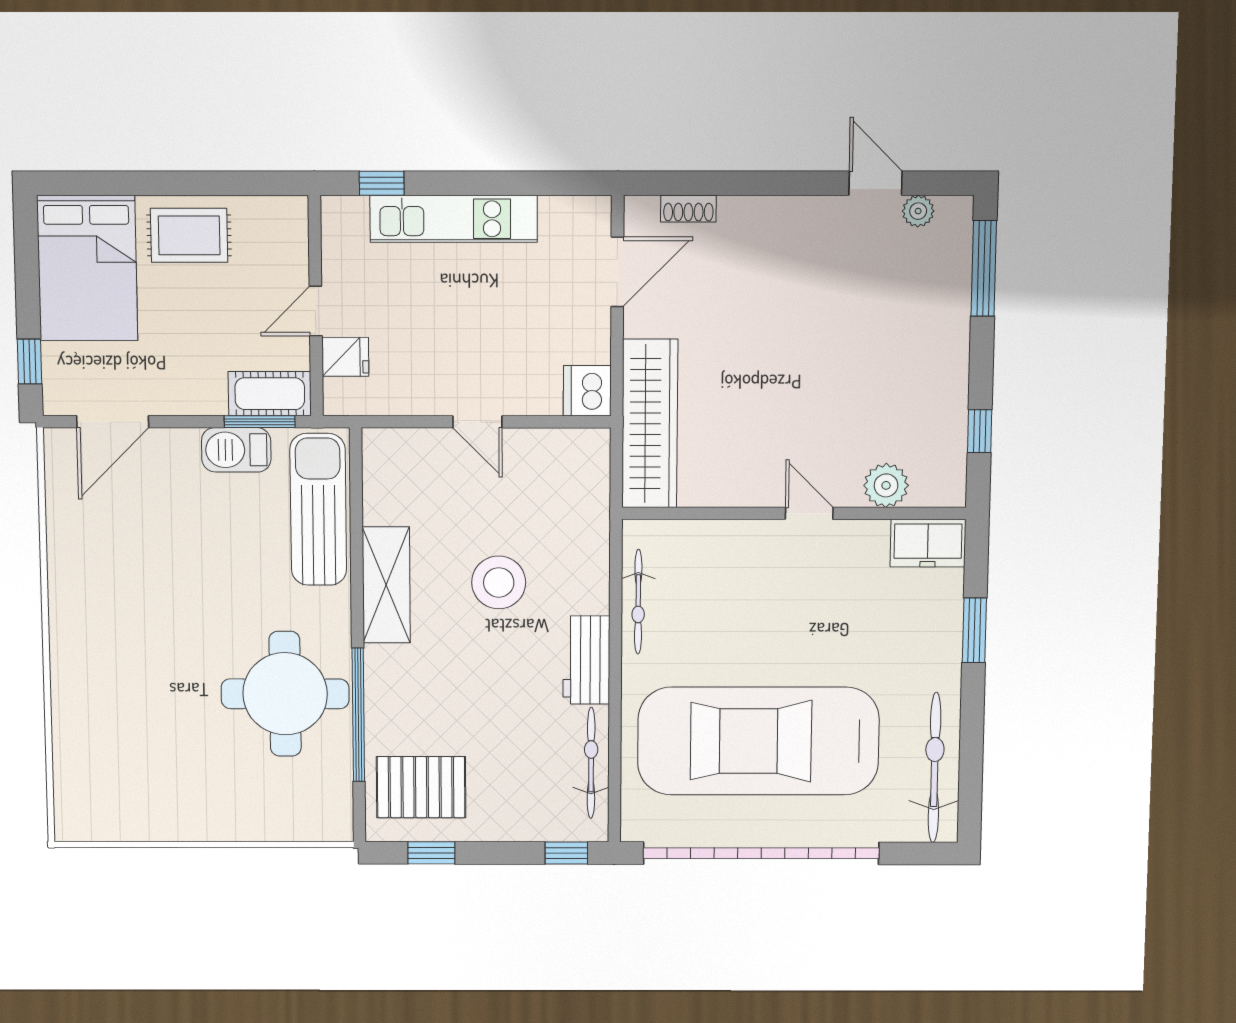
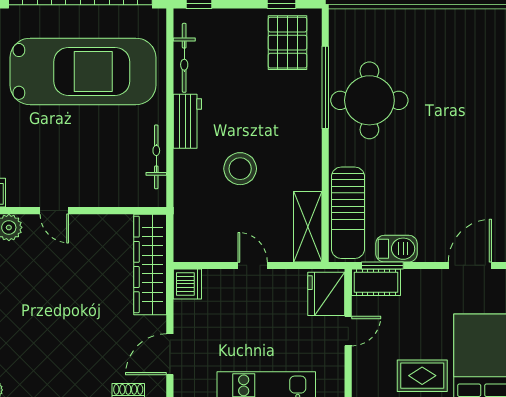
fridge: (345, 357) -> (326, 294), width x1.88, depth x1.34
shelving: (386, 585) -> (308, 227), moved
pallet: (421, 787) -> (287, 43), turned 90

